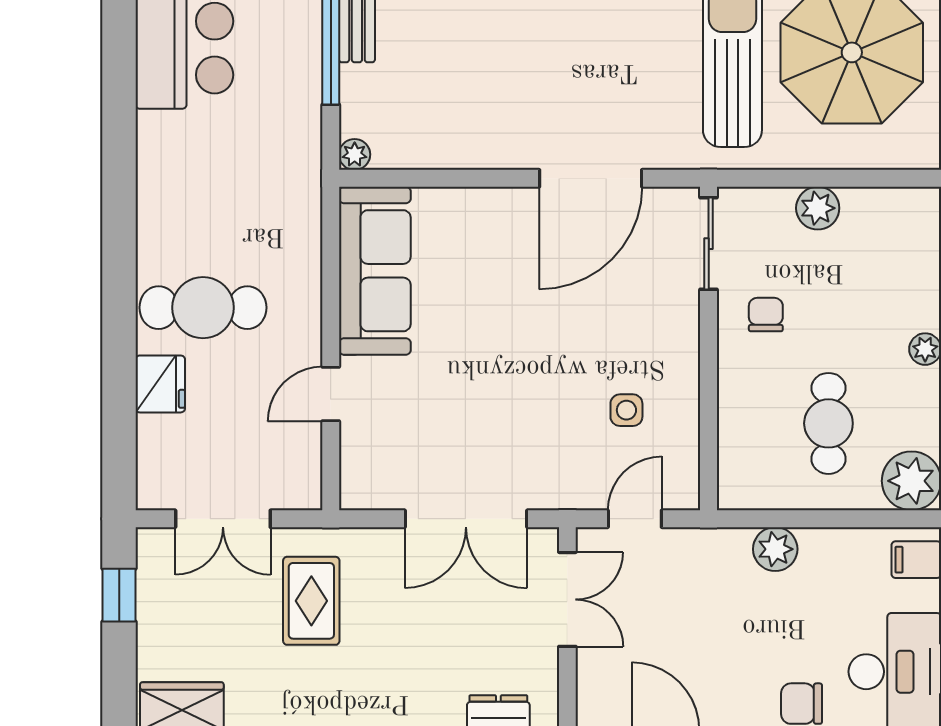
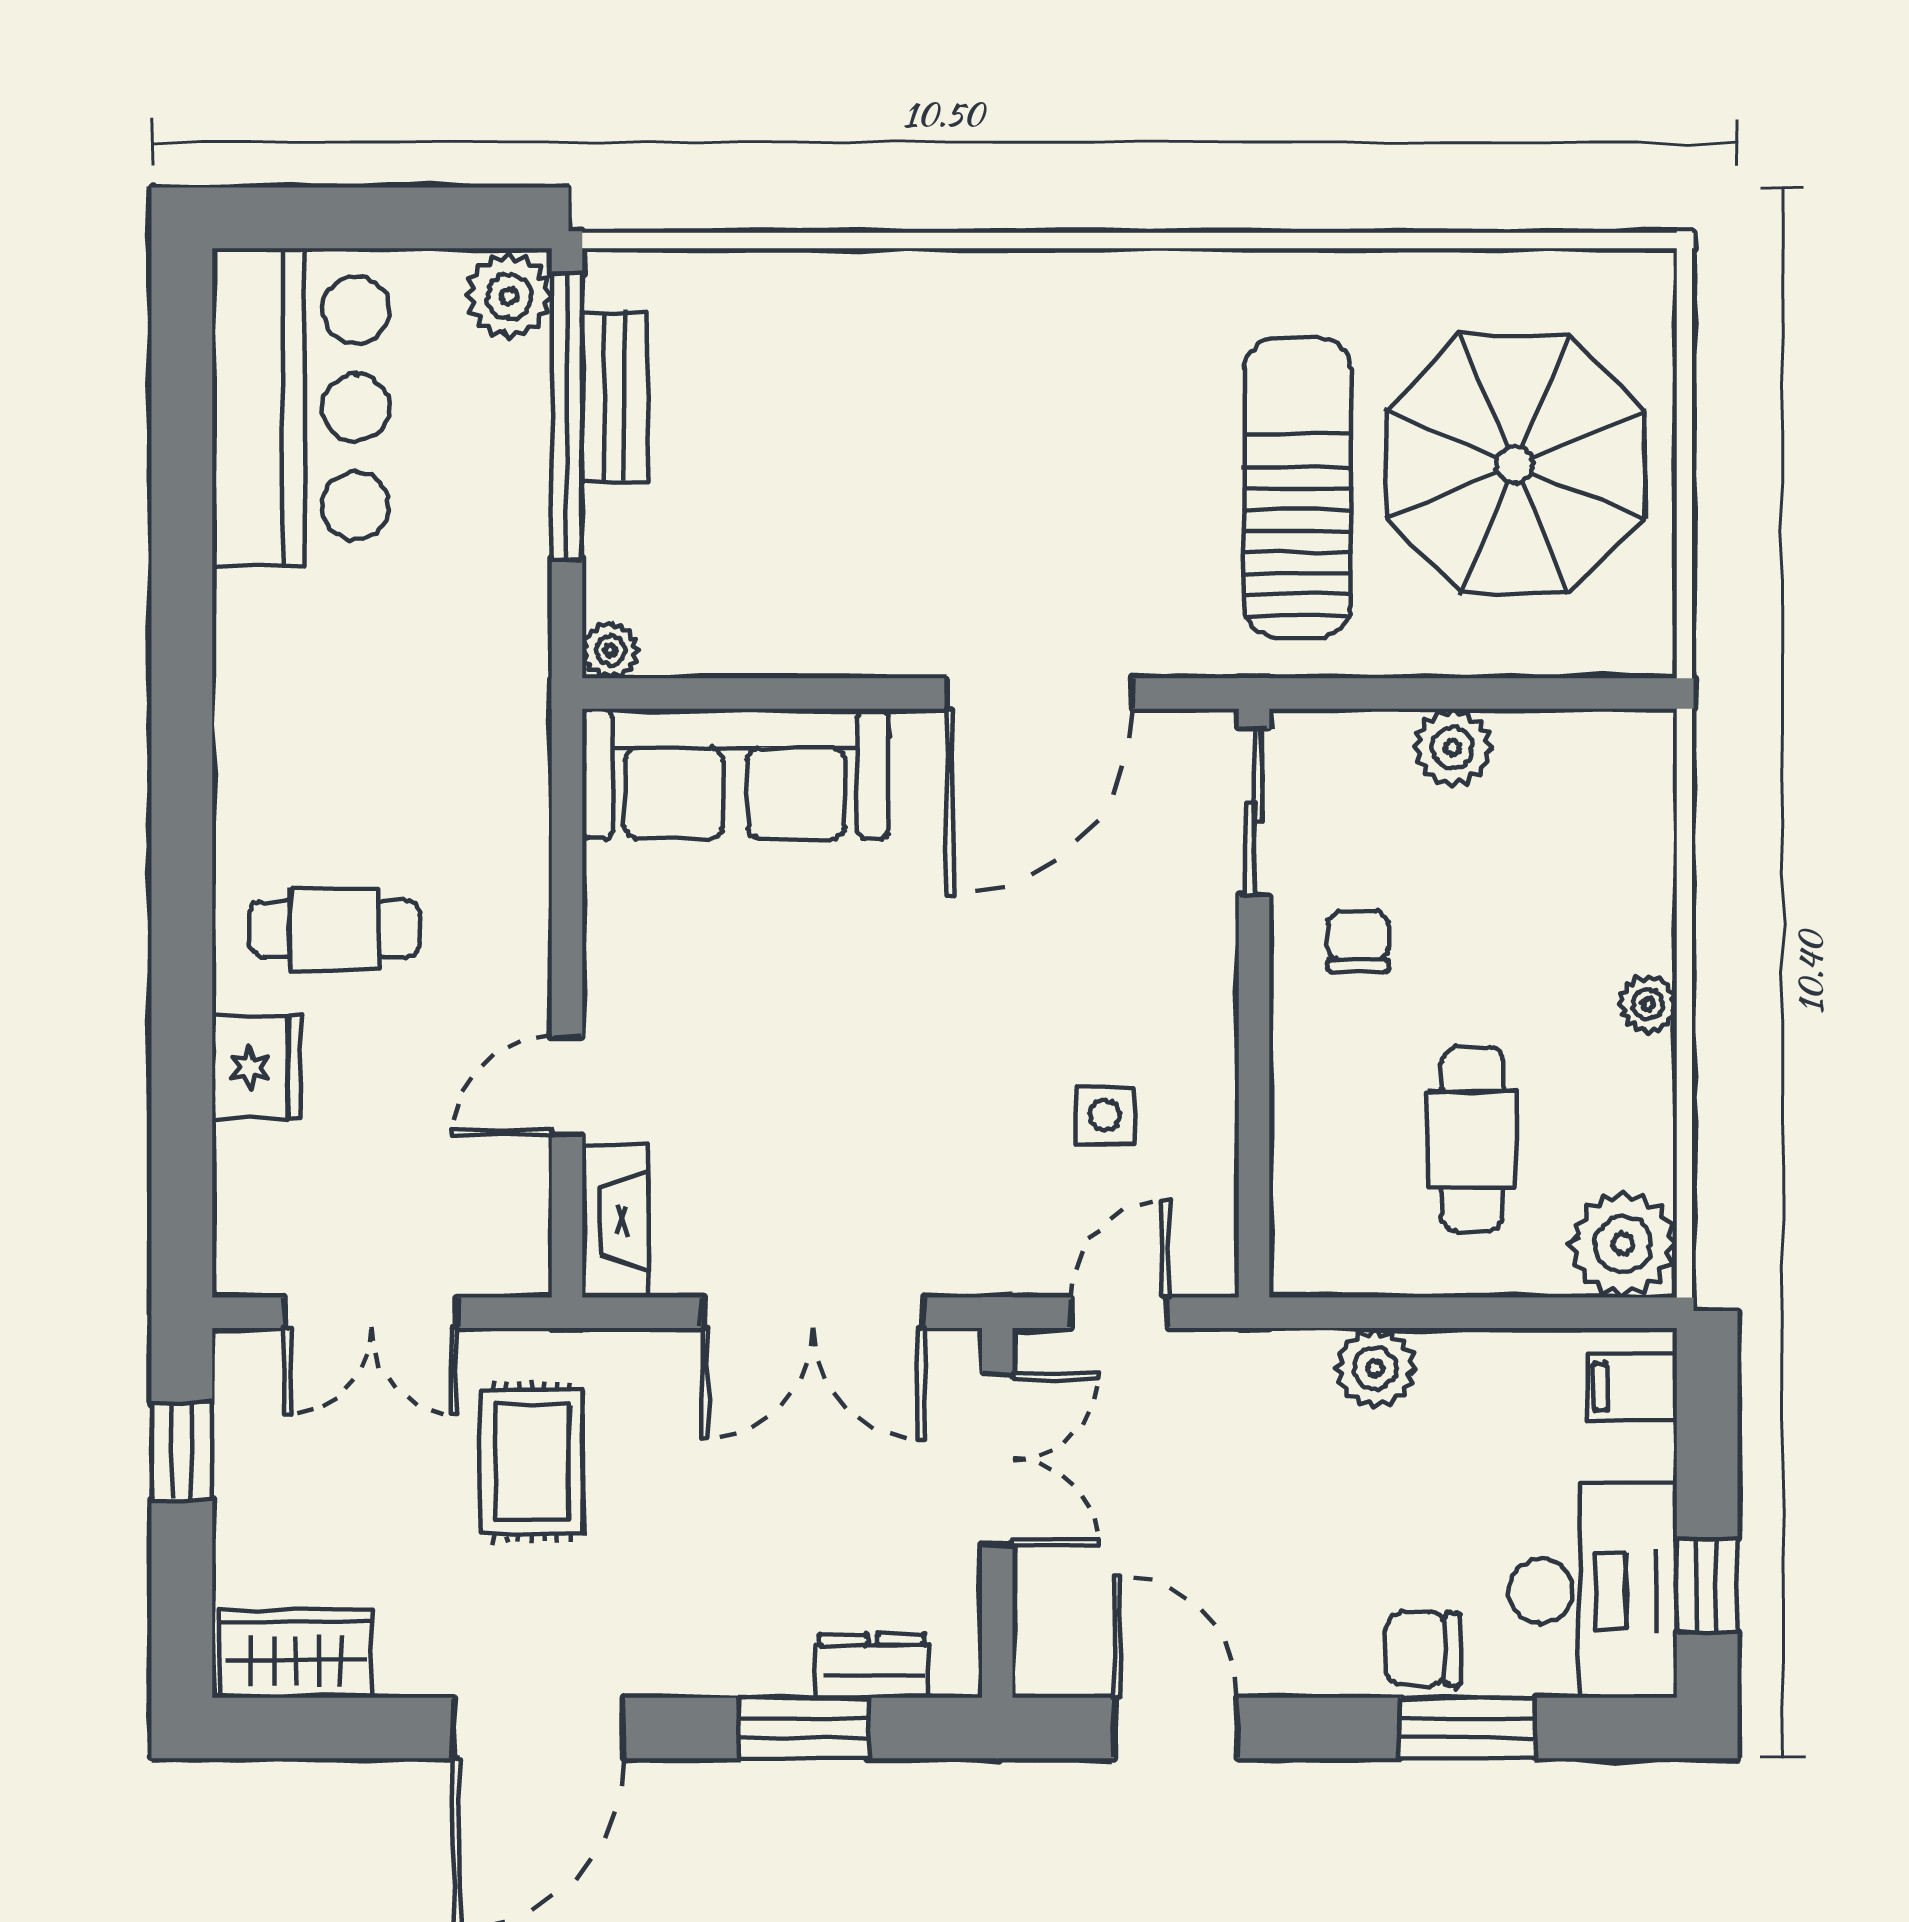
sofa: (375, 271) -> (735, 774), moved, turned 90
cafe table: (203, 308) -> (335, 929), width x0.73, depth x0.74
fireplace: (357, 468) -> (615, 1221), added

